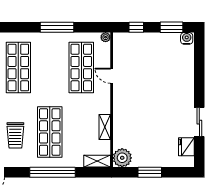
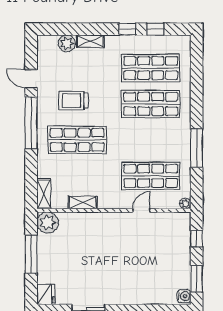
fridge: (186, 147) -> (46, 294), moved, turned 90
window: (52, 172) -> (31, 123), moved
window: (150, 172) -> (31, 254), width x1.44

